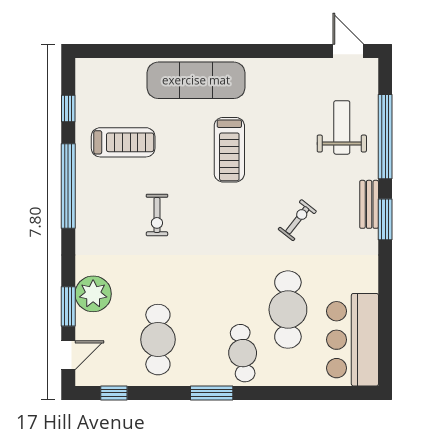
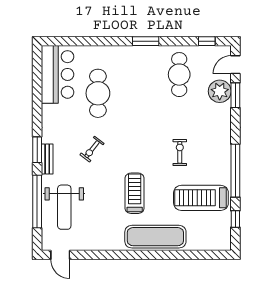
weight bench: (342, 127) -> (64, 207), width x1.36, depth x1.33
treadmill: (123, 142) -> (201, 198), width x1.37, depth x1.38
plant: (93, 294) -> (220, 91), moved
cafe table: (243, 353) -> (126, 66), removed

